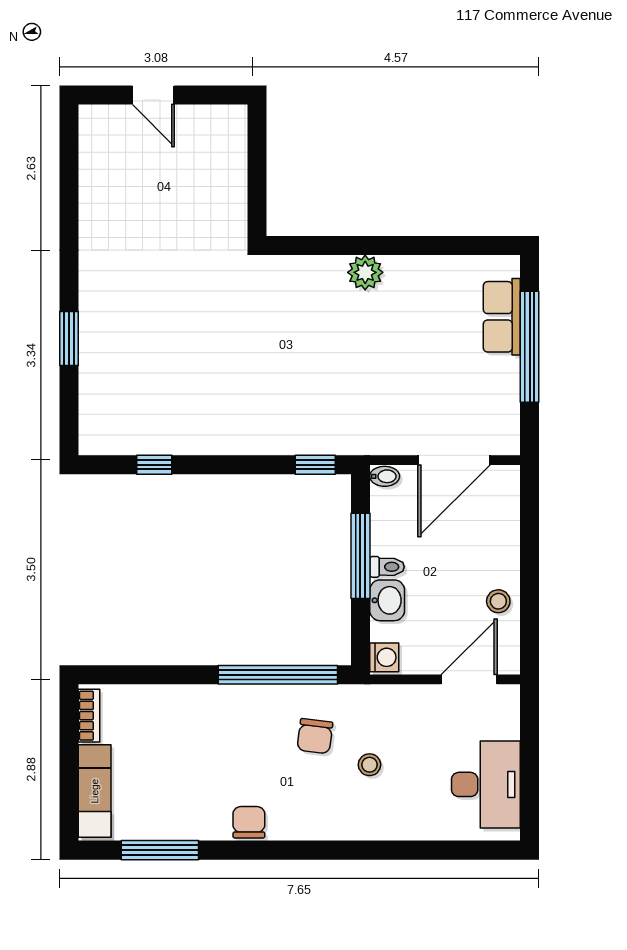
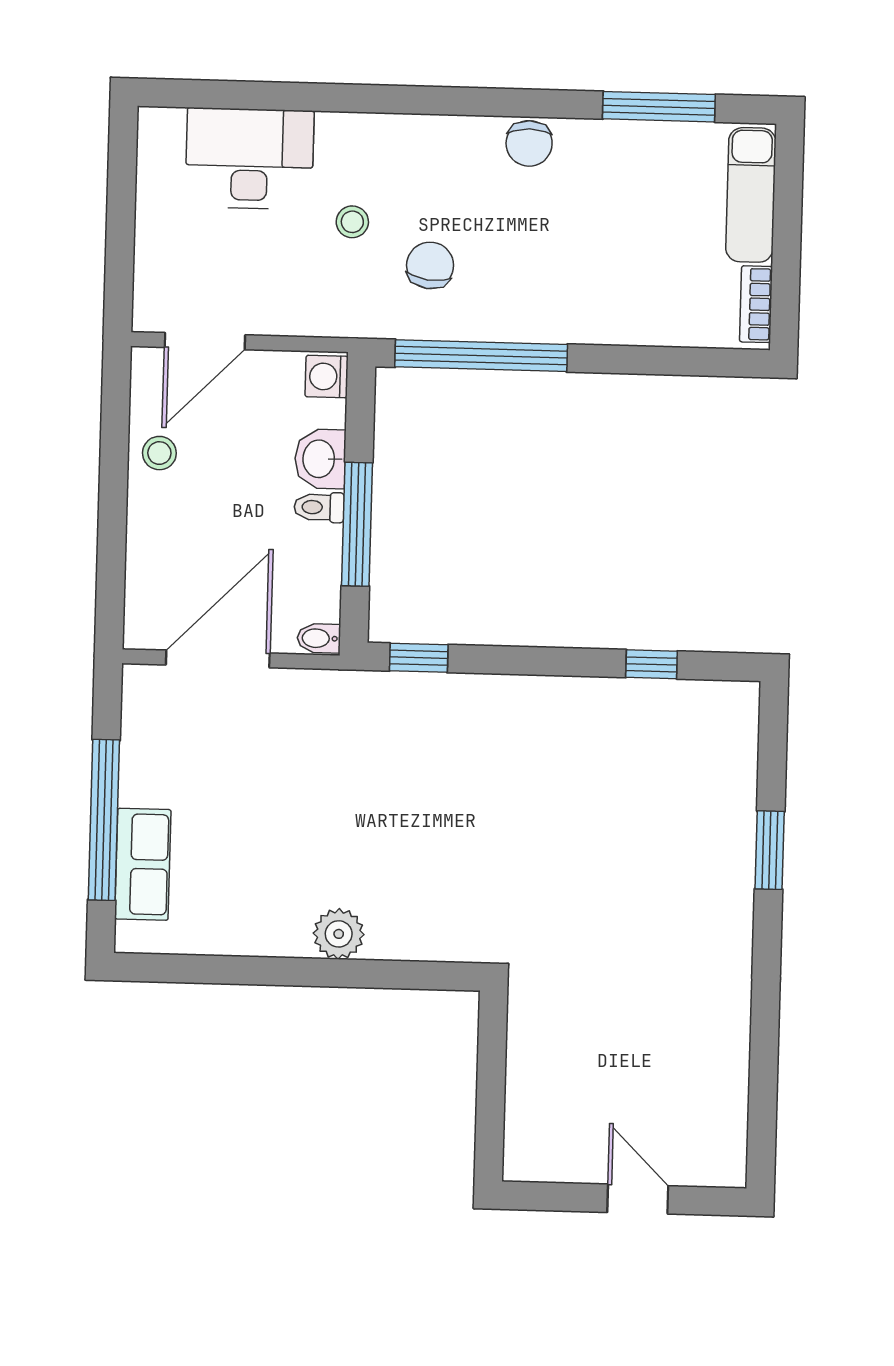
desk: (486, 784) -> (250, 159), moved, turned 90

